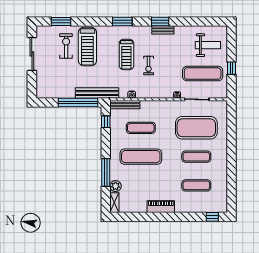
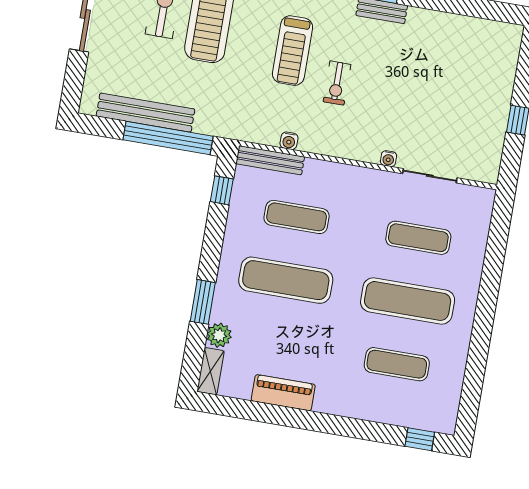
weight bench: (208, 45) -> (475, 61), removed
exercise mat: (203, 74) -> (452, 121), removed
bench: (97, 93) -> (145, 113), moved
exercise mat: (196, 128) -> (418, 238), width x0.50, depth x0.69
exercise mat: (196, 157) -> (408, 301), width x1.36, depth x1.45
window: (106, 173) -> (203, 302), width x0.69
piano: (161, 207) -> (283, 393), moved

